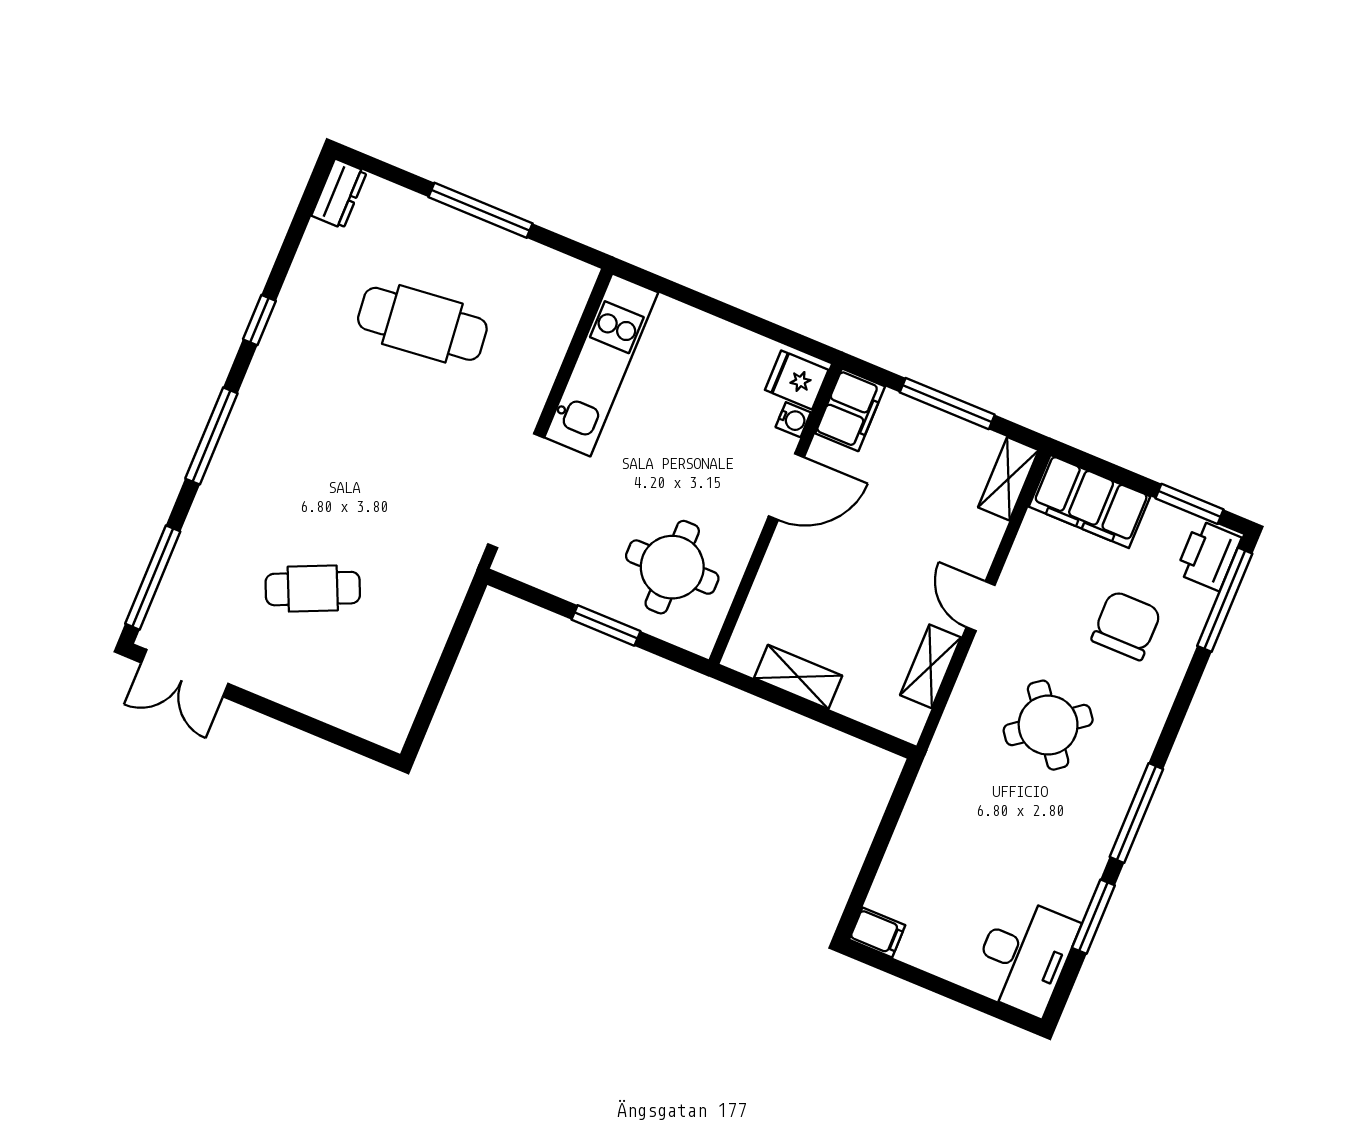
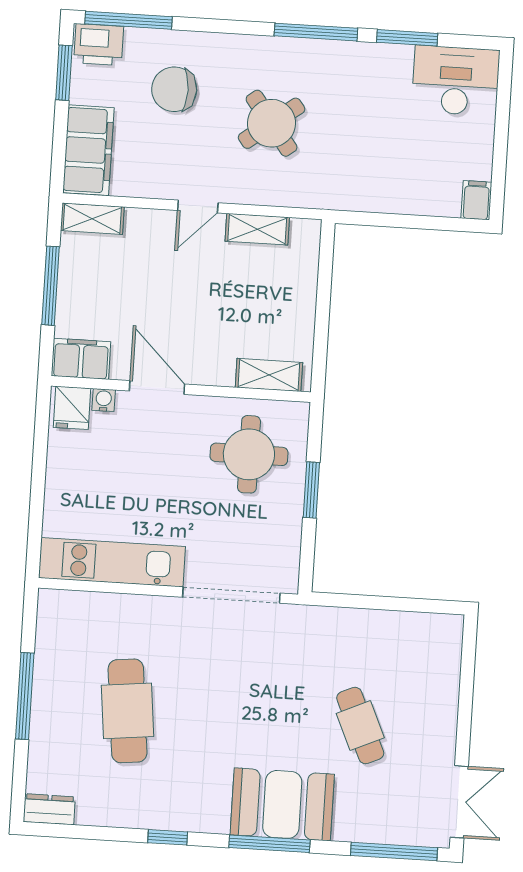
booth: (252, 466) -> (282, 804), added
shelving: (798, 677) -> (269, 375), moved, turned 90

